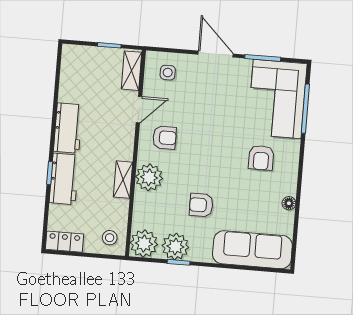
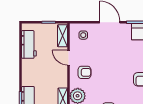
door: (139, 110) -> (69, 58), swing flipped
workbench: (68, 128) -> (29, 44), moved

